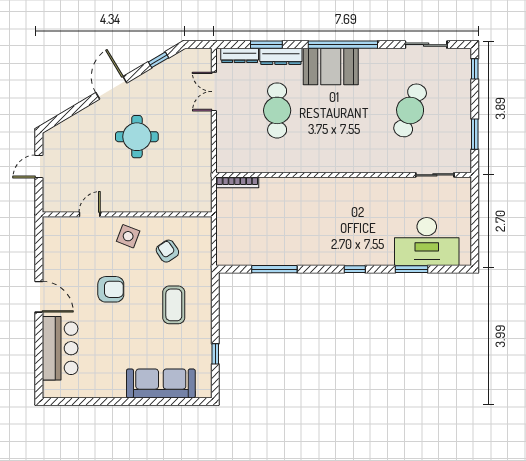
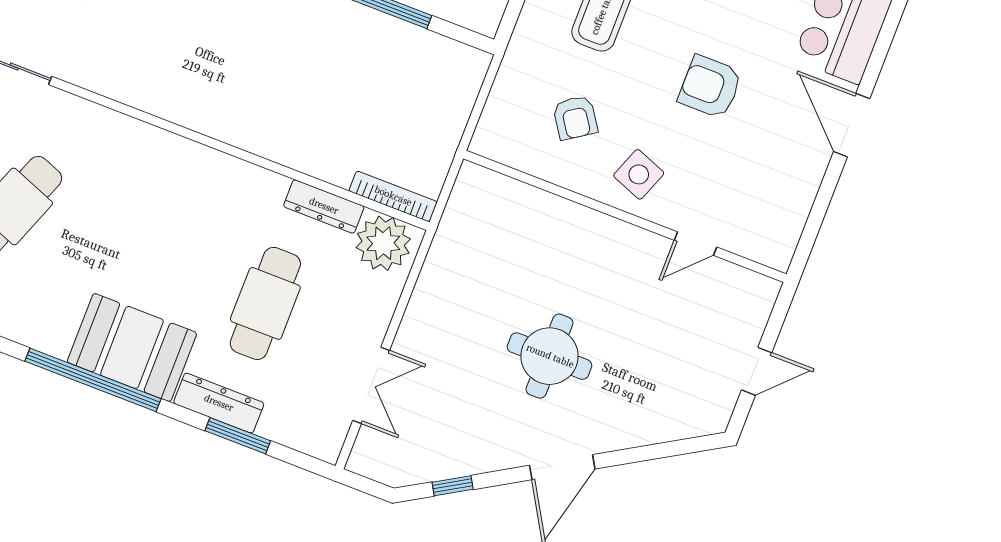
dresser: (240, 55) -> (324, 206), moved, turned 180
plant: (234, 159) -> (383, 243), added

